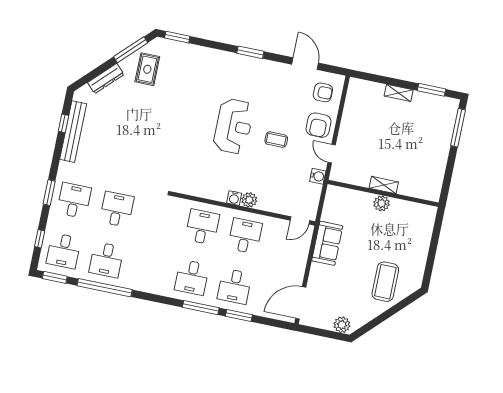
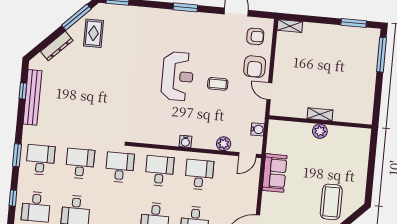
shelving: (399, 93) -> (290, 26), moved
water cooler: (318, 176) -> (258, 129), moved
plant: (249, 200) -> (224, 144), moved
desk: (160, 218) -> (120, 167), added

